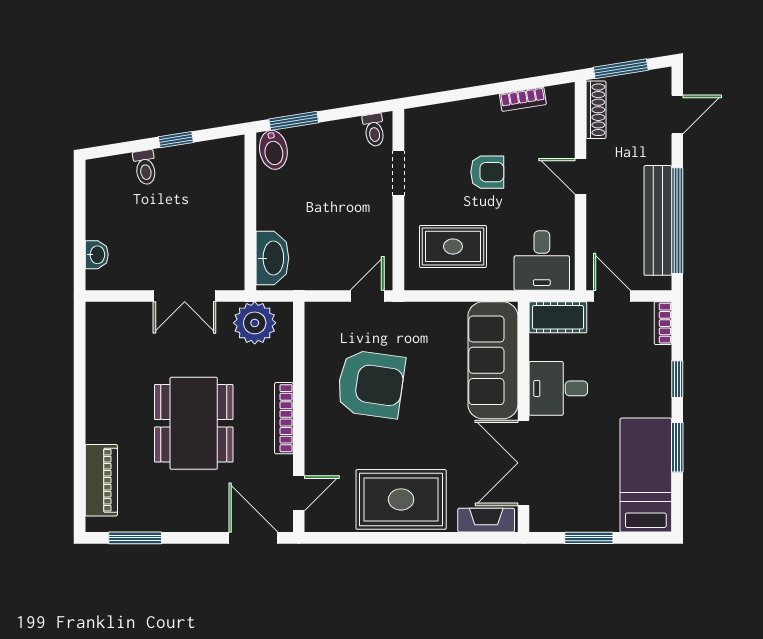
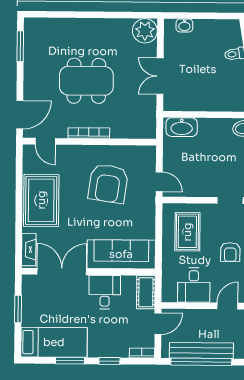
desk: (542, 261) -> (194, 285), moved, turned -90
plant: (255, 323) -> (145, 31), moved
piano: (101, 480) -> (54, 27), removed

